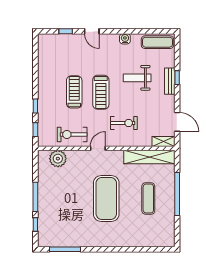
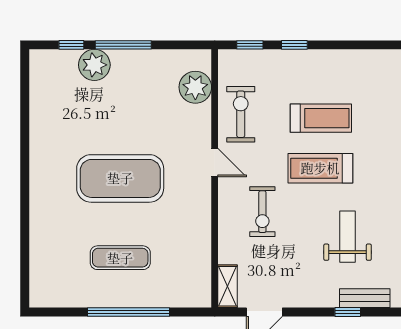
bench: (170, 81) -> (365, 298), moved
shelving: (149, 157) -> (198, 260), removed
plant: (46, 212) -> (94, 65), added
window: (65, 249) -> (25, 101), removed

